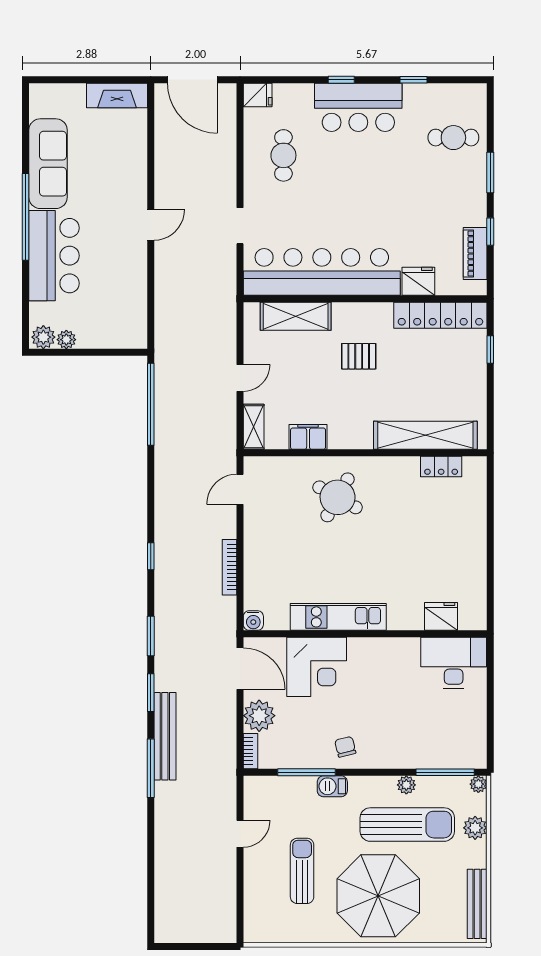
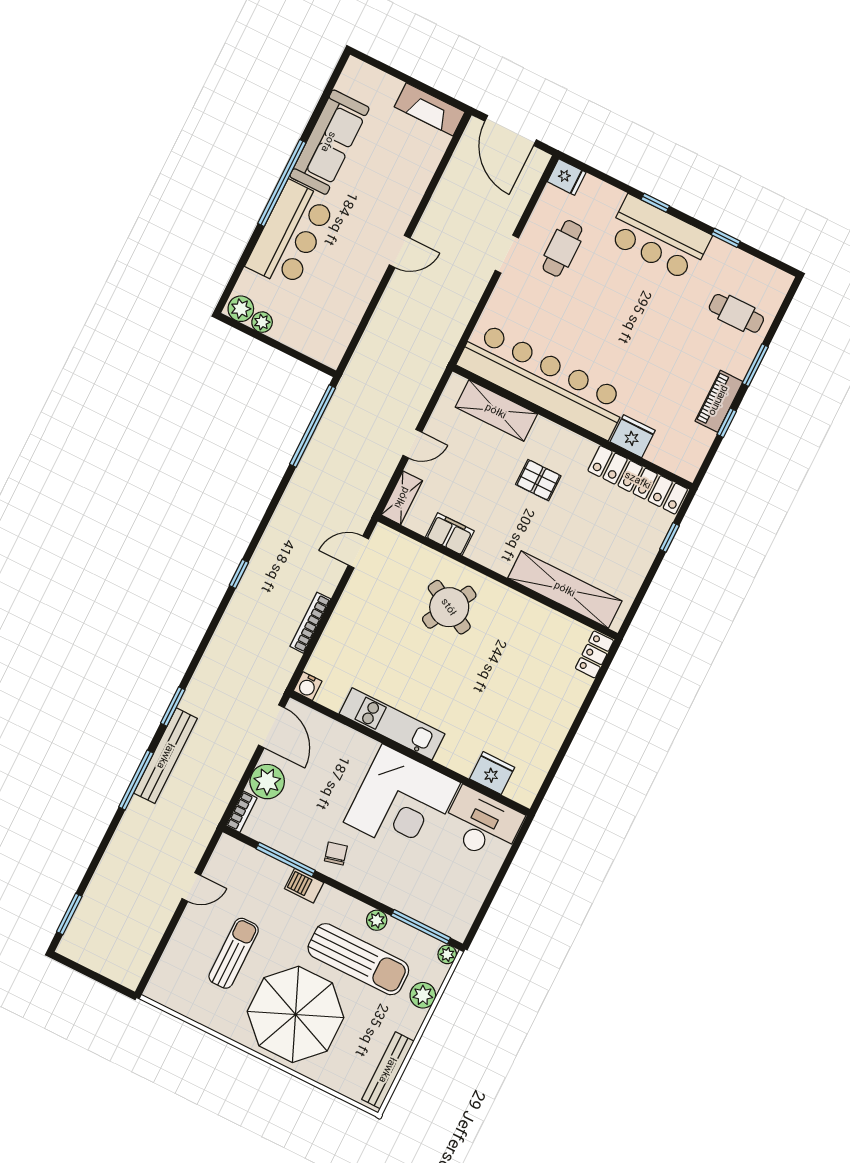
doorway: (240, 226) -> (507, 254), moved
piano: (475, 253) -> (719, 401), moved
locker: (441, 467) -> (594, 654), moved, turned 90
window: (151, 636) -> (69, 914), moved
corner desk: (317, 667) -> (402, 802), moved, width x1.36, depth x1.36

